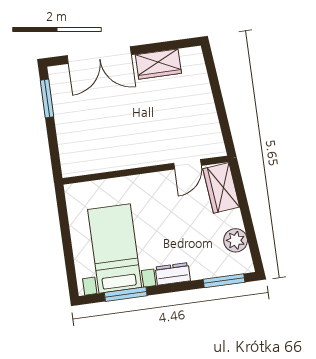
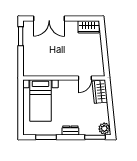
wardrobe: (158, 64) -> (89, 27), moved
plant: (236, 240) -> (104, 128), moved
bed with nightstands: (115, 248) -> (40, 100), moved, turned 180

